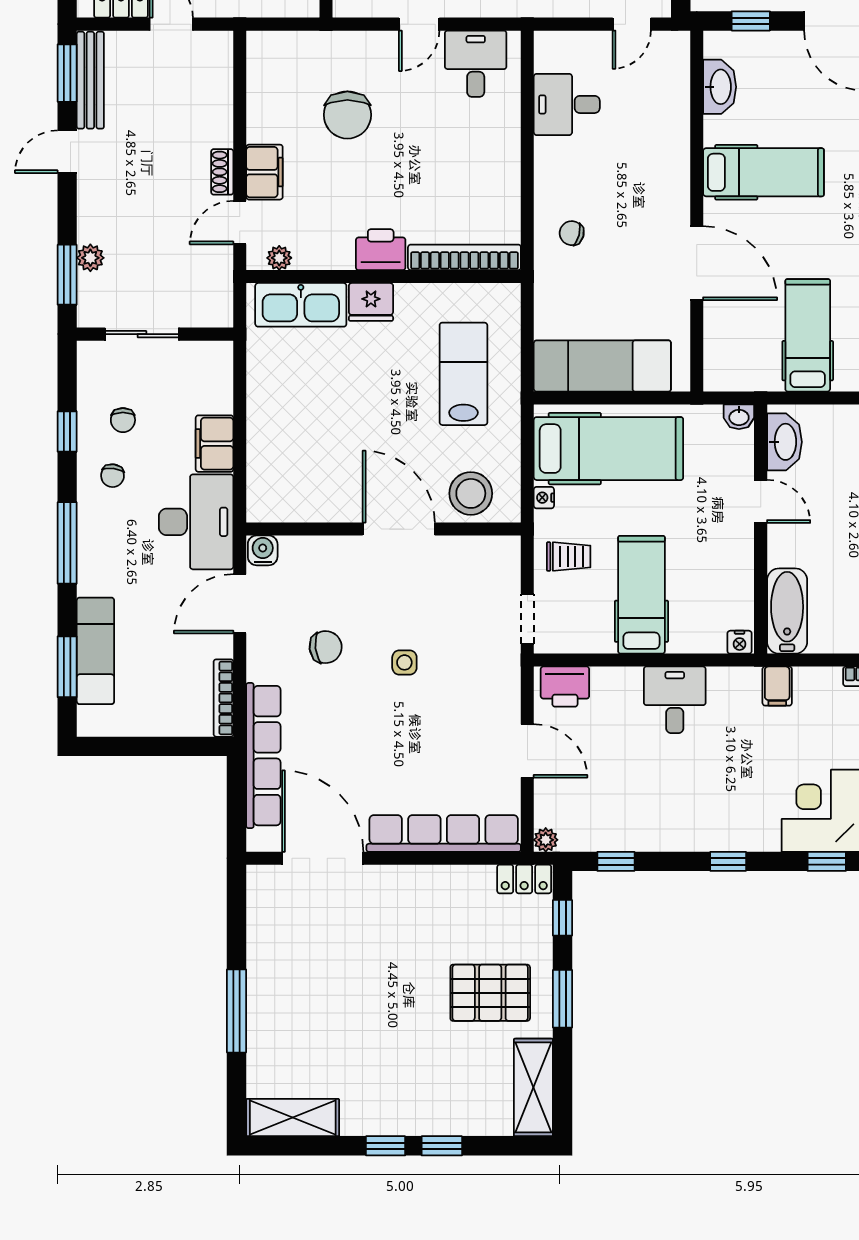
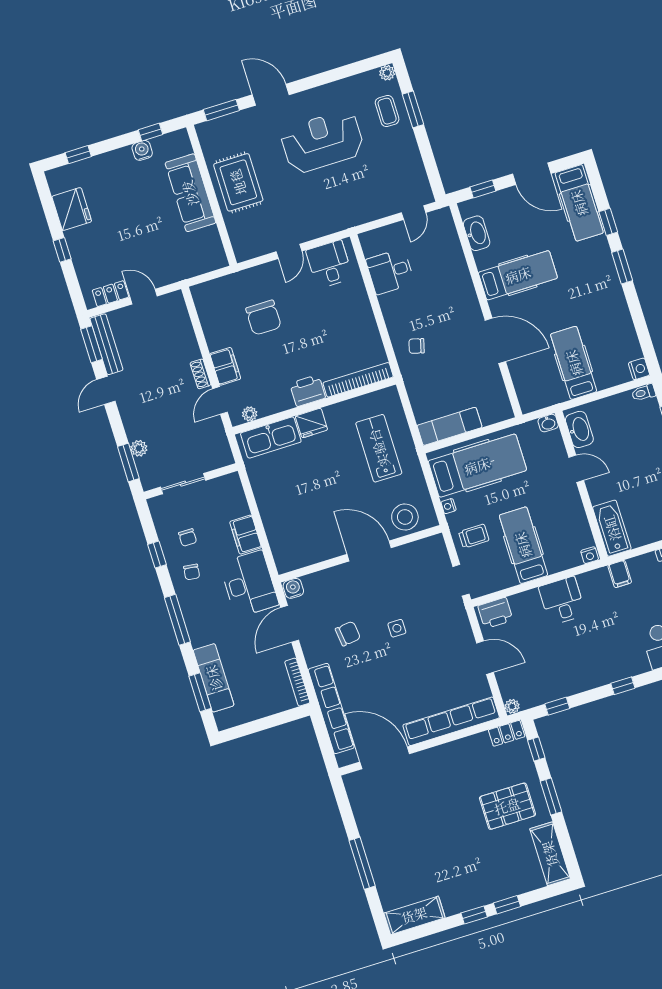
exam couch: (602, 366) -> (450, 426), width x0.73, depth x0.69

